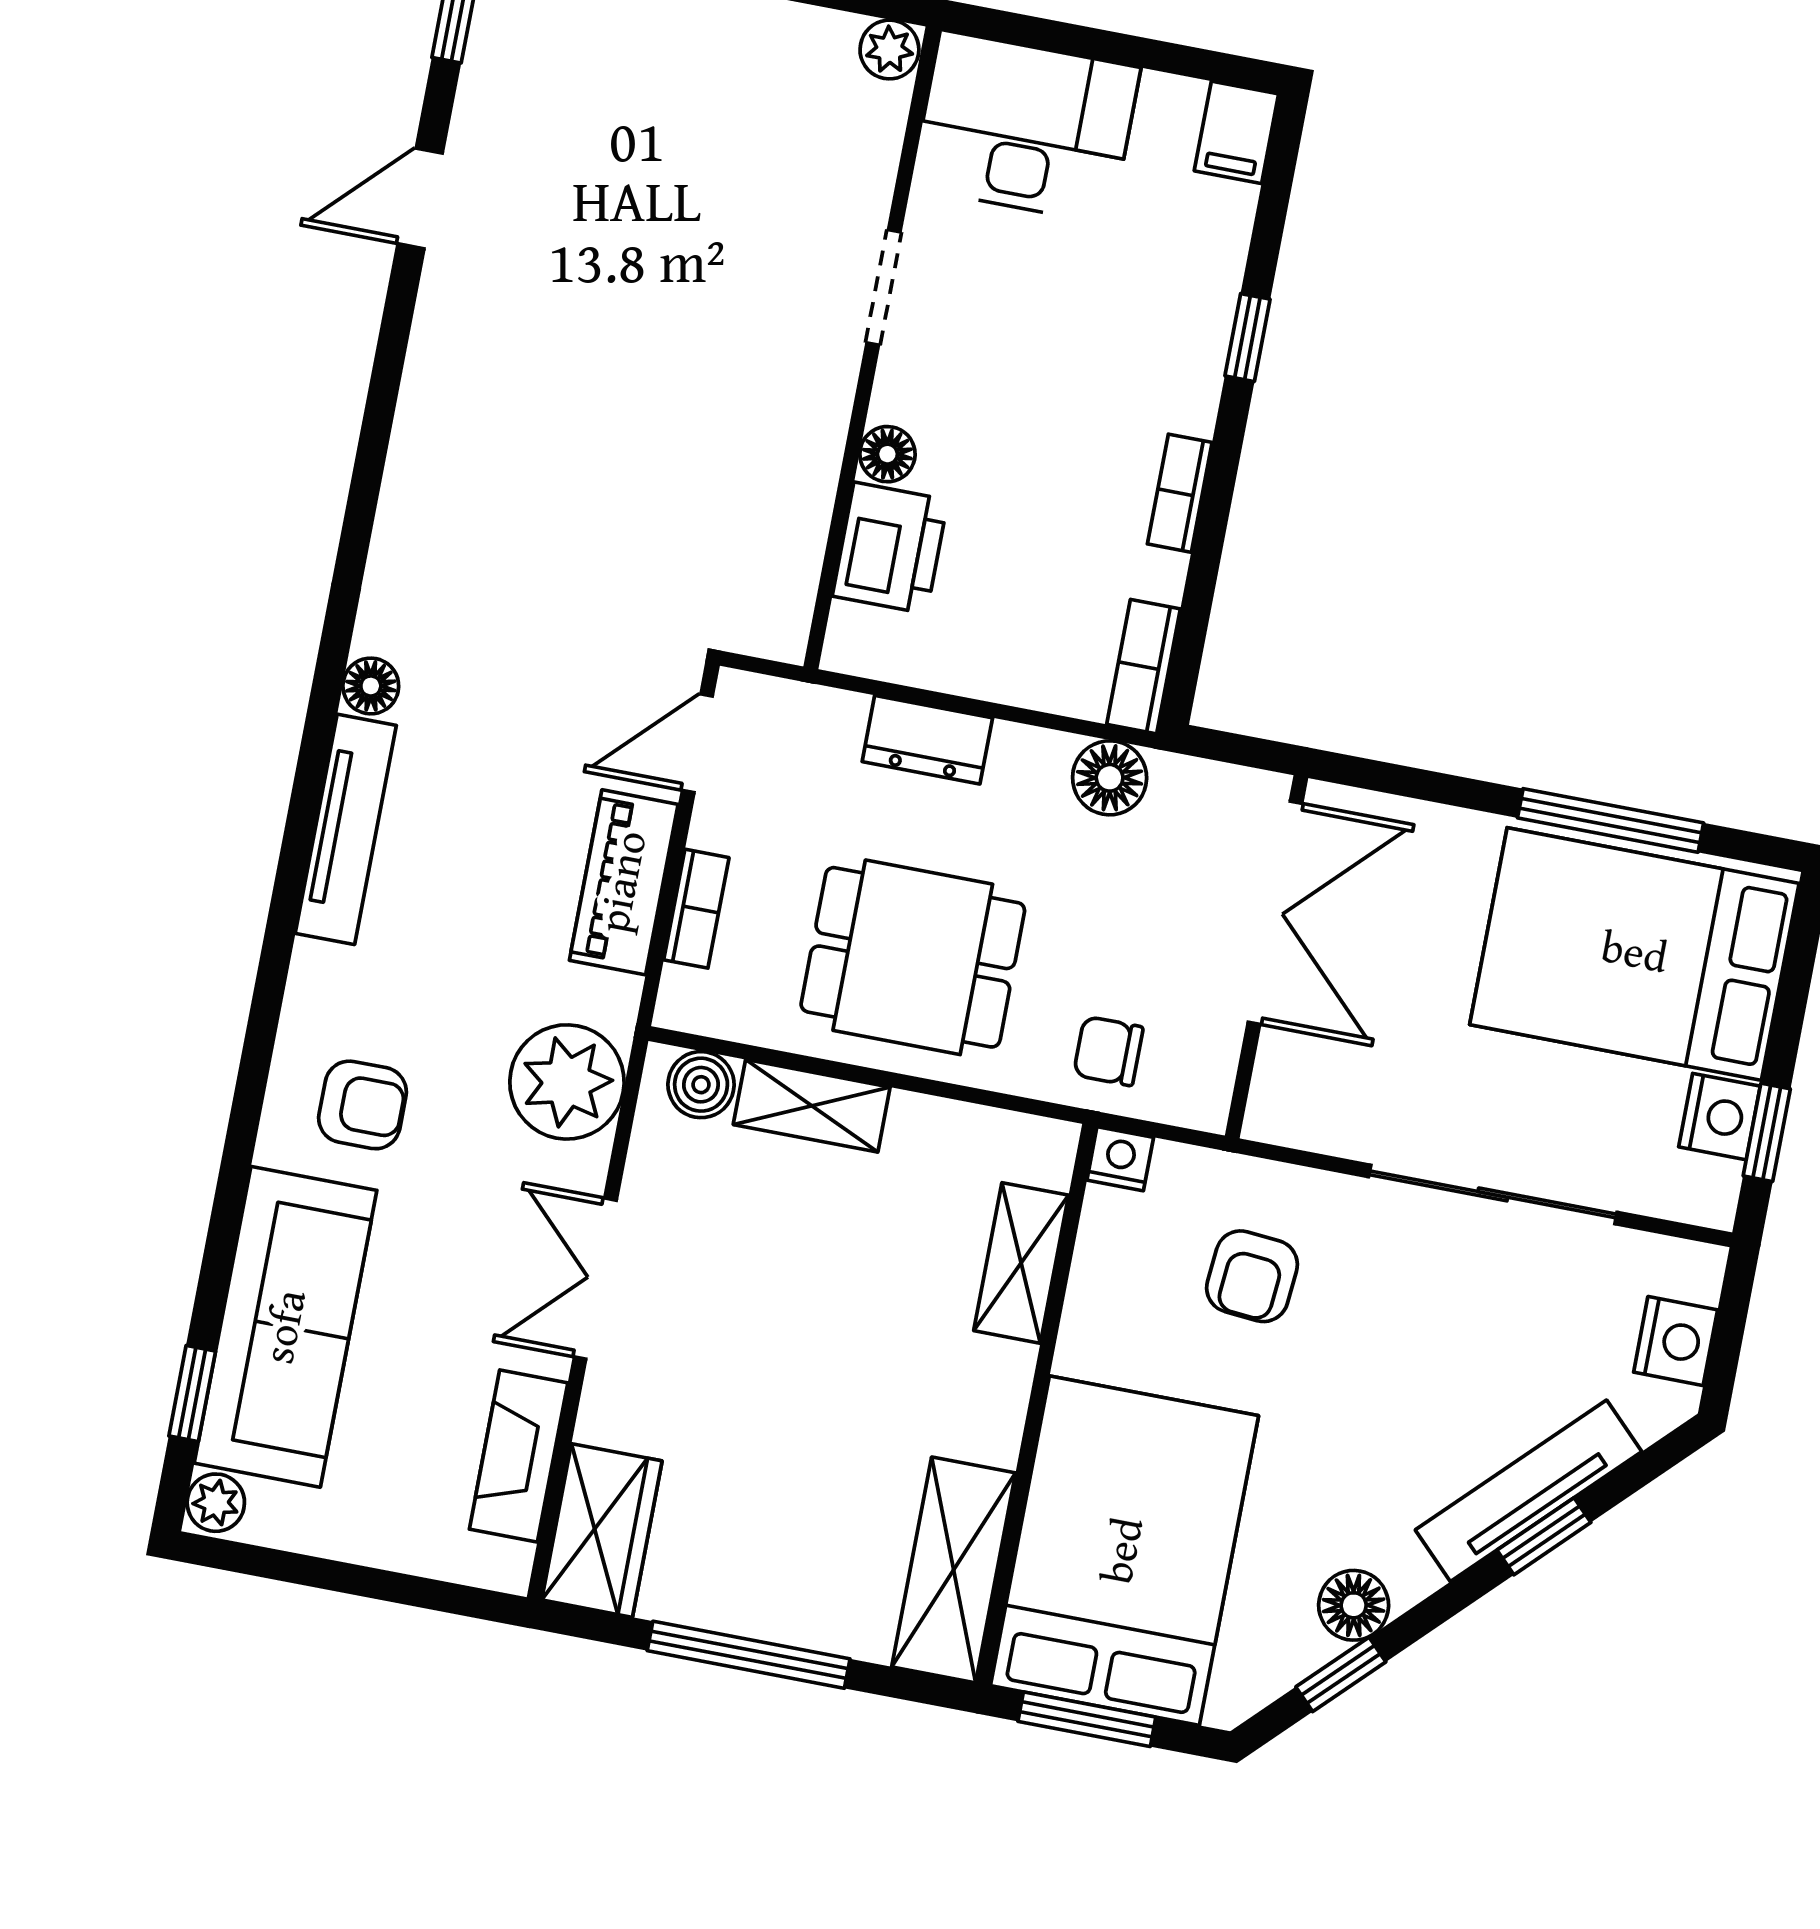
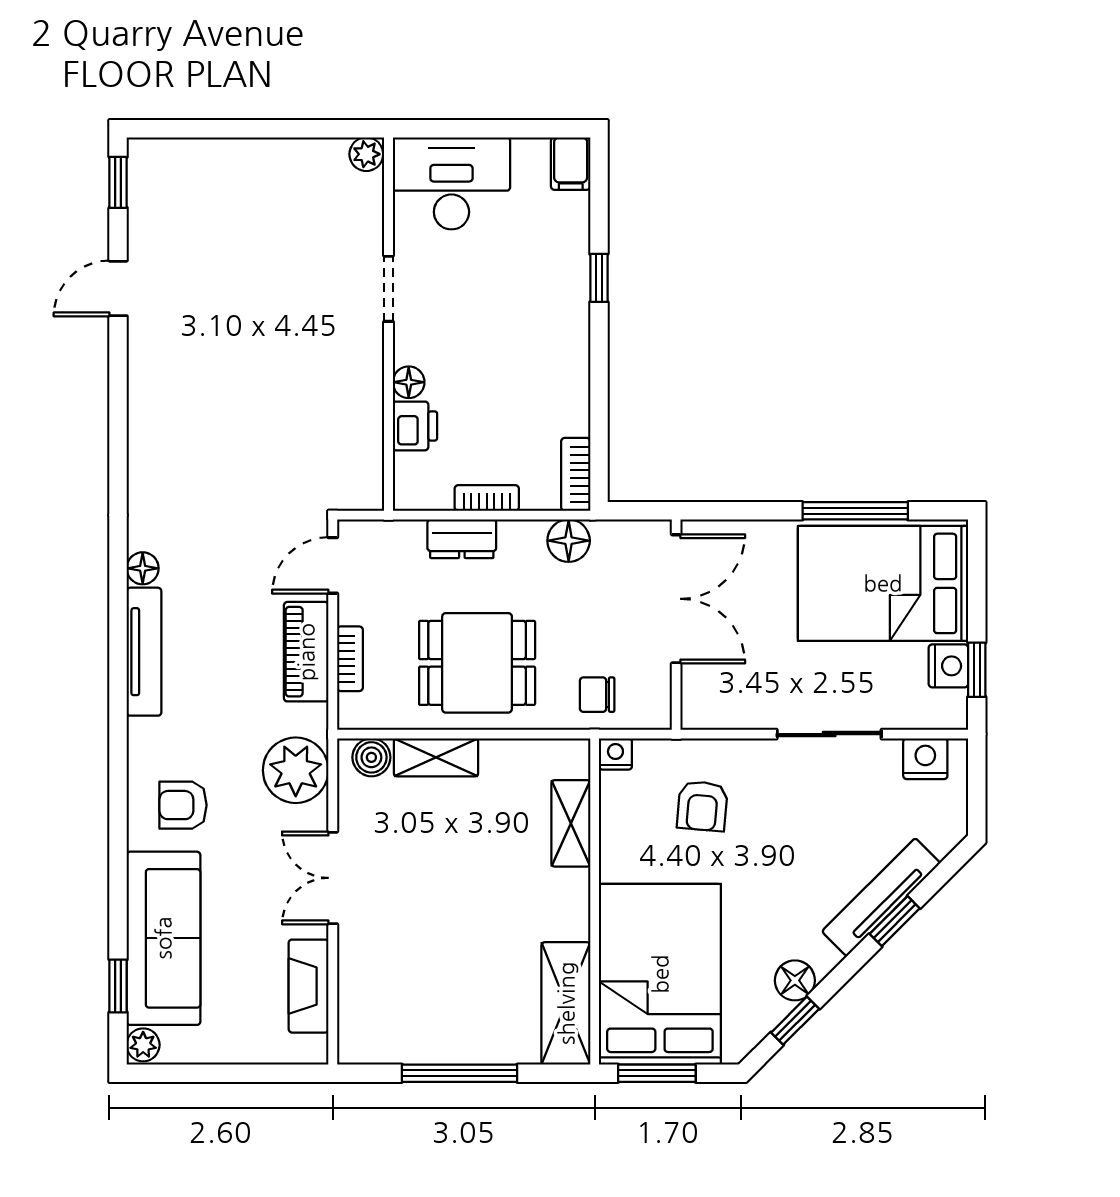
bookcase: (1180, 493) -> (487, 498), moved, turned 90
printer: (890, 548) -> (415, 426), width x0.73, depth x0.81
armchair: (363, 1105) -> (183, 805), turned 180
sliding door: (1493, 1194) -> (829, 734), width x0.73
nightstand: (1676, 1341) -> (925, 759), moved, turned -90
wardrobe: (602, 1530) -> (363, 1019), removed

